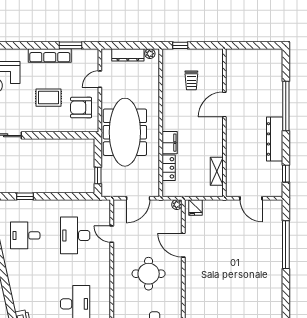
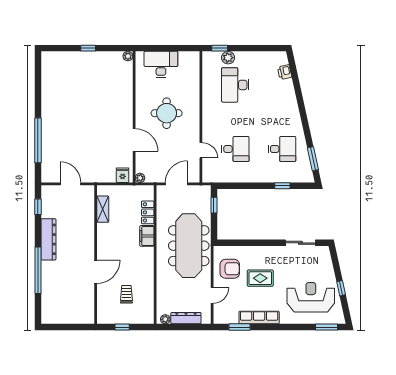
window: (180, 45) -> (122, 327), moved
desk: (75, 235) -> (235, 149), width x0.73

